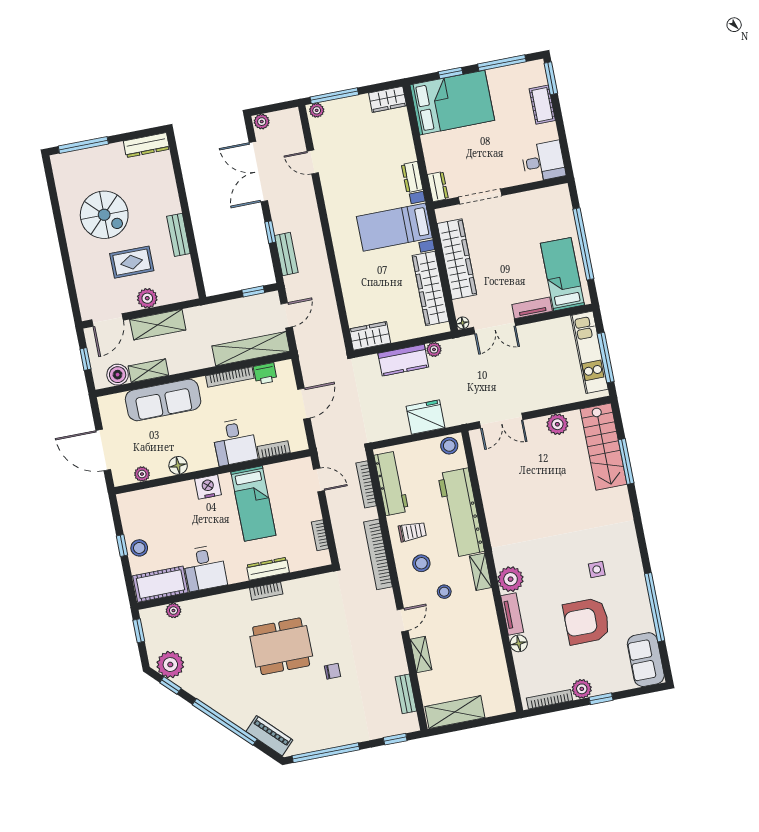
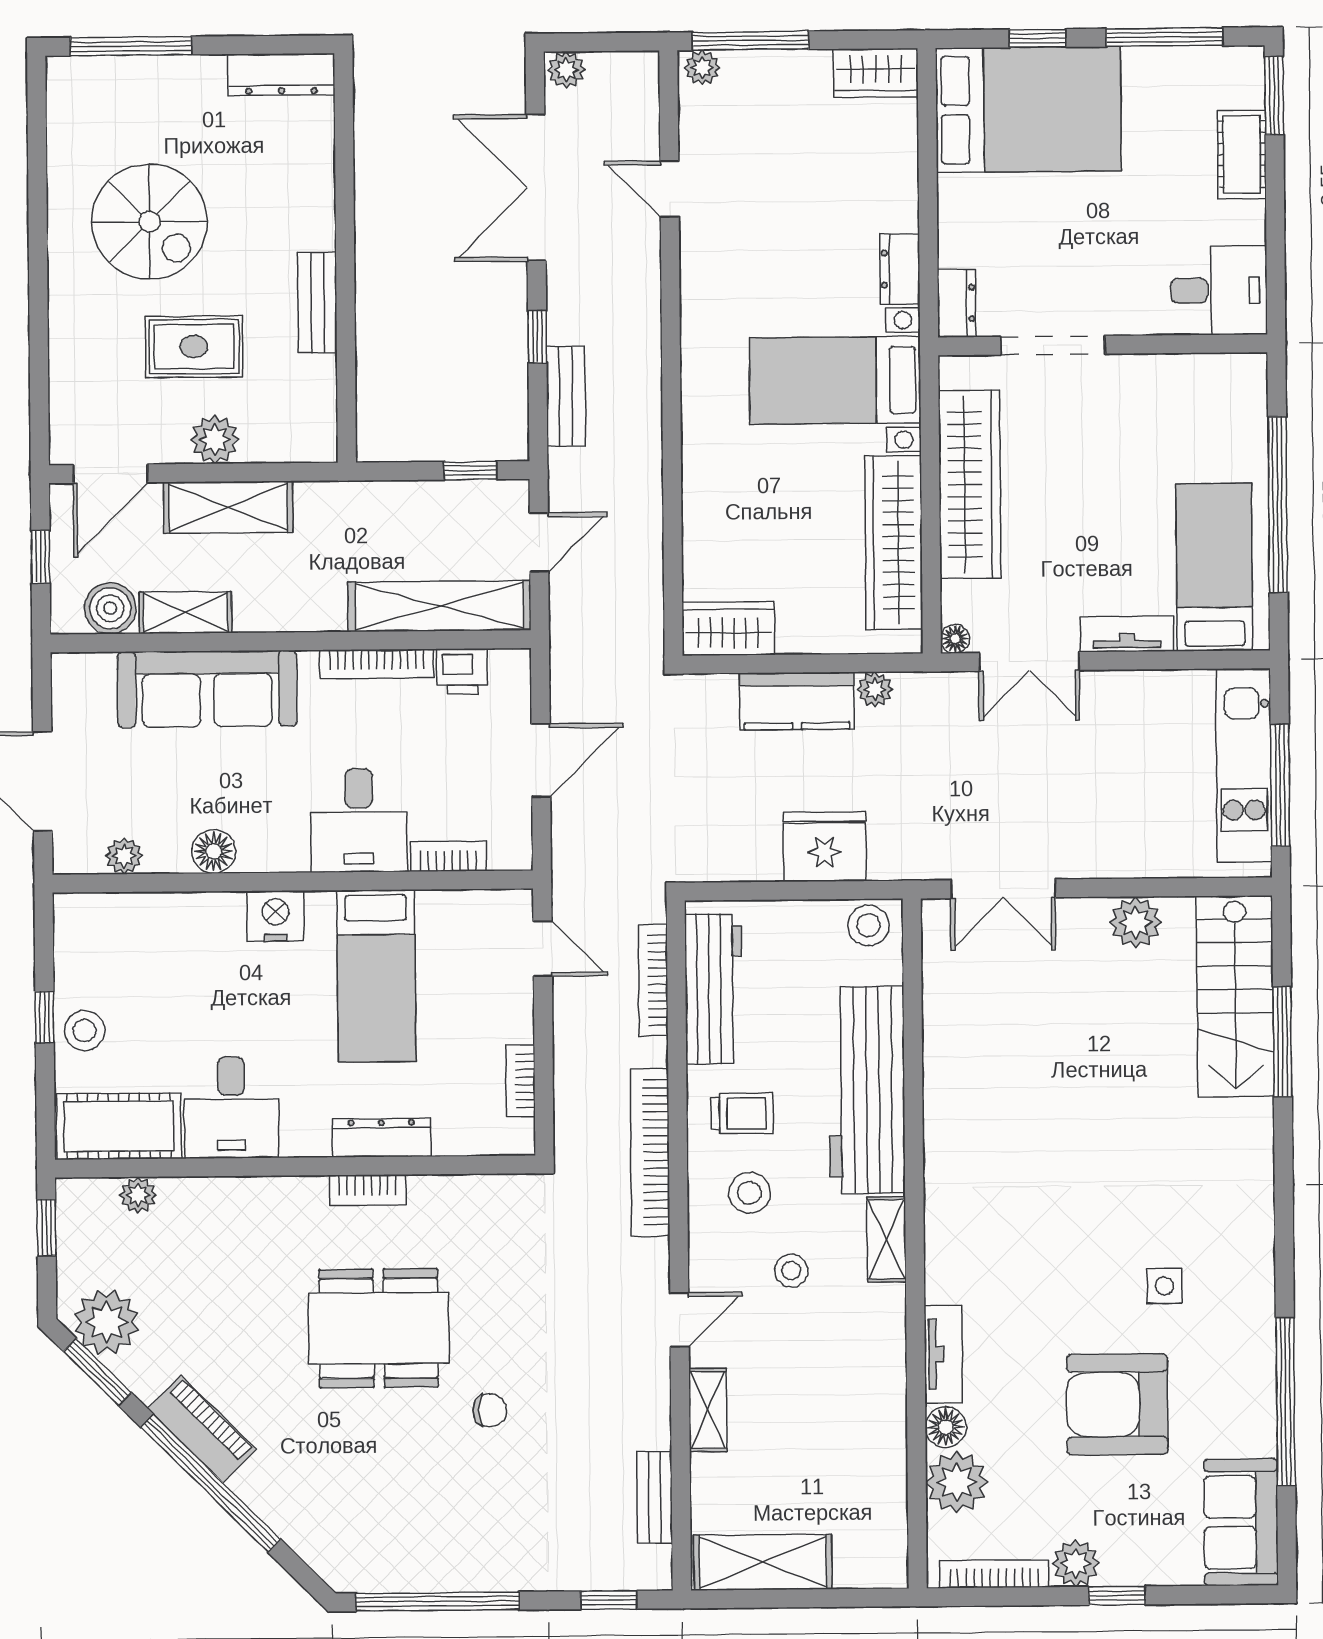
plant: (511, 579) -> (957, 1482), moved
window: (170, 685) -> (97, 1372), width x1.50
piano: (269, 736) -> (202, 1429), moved

